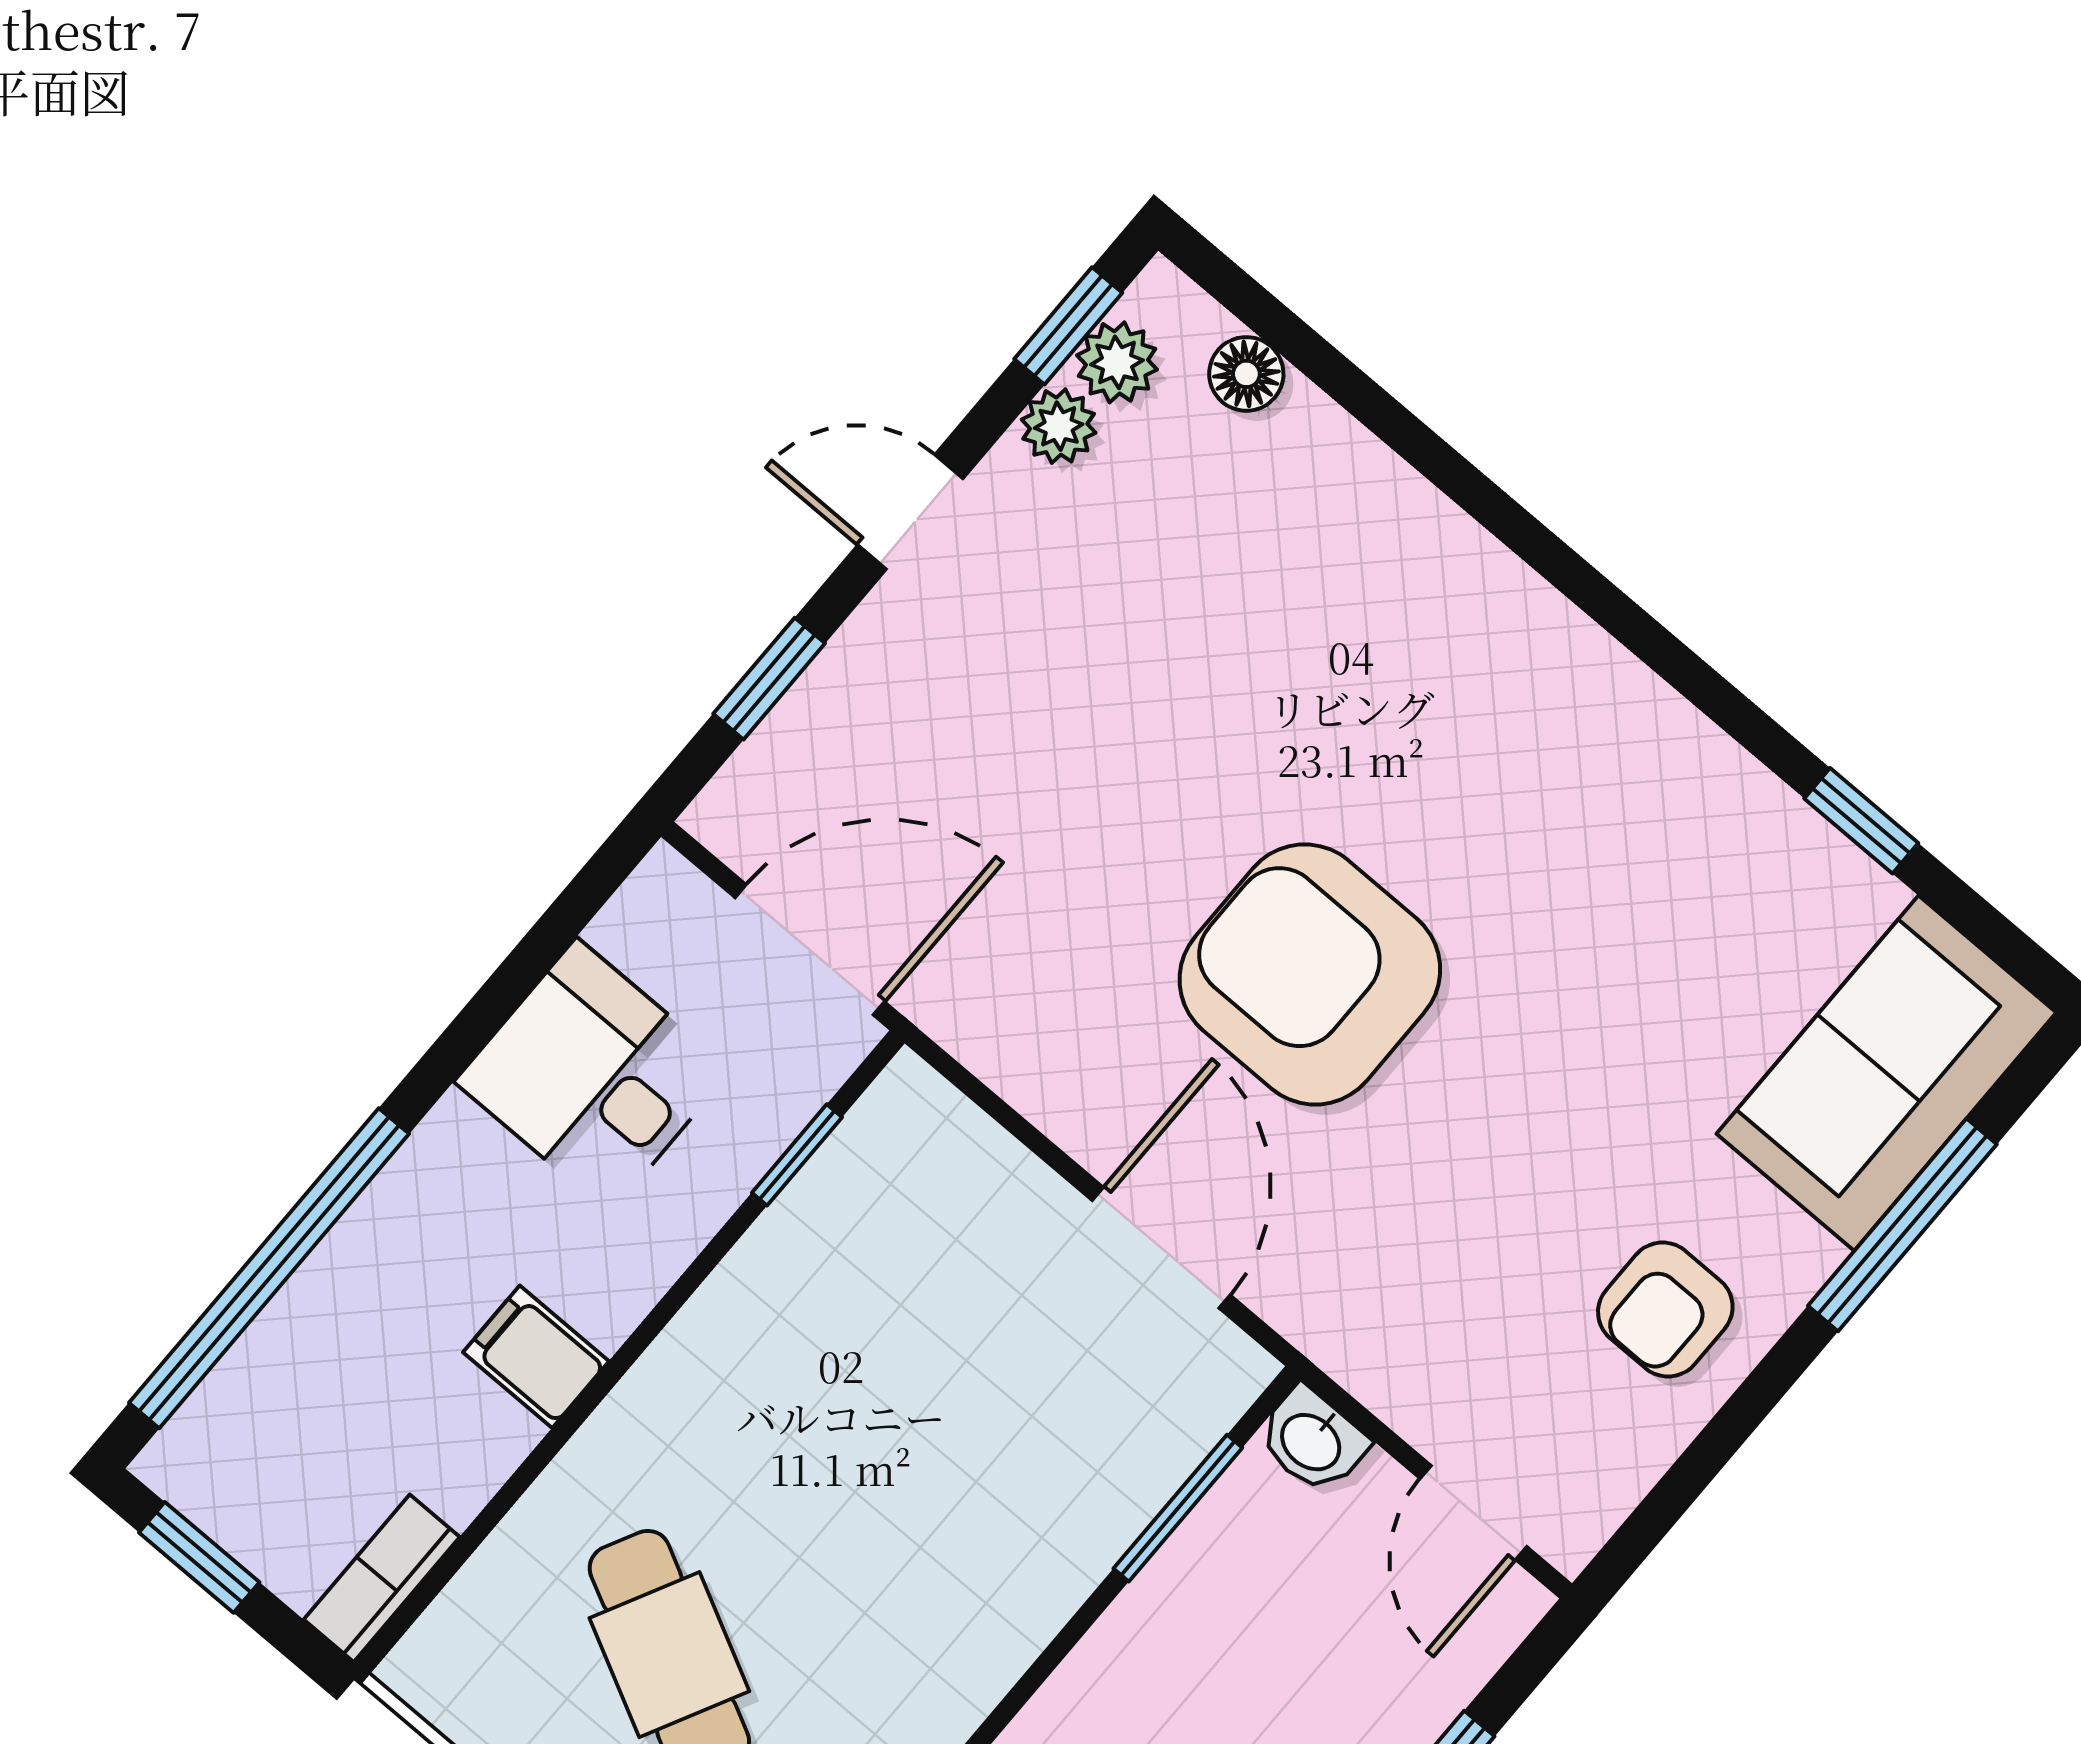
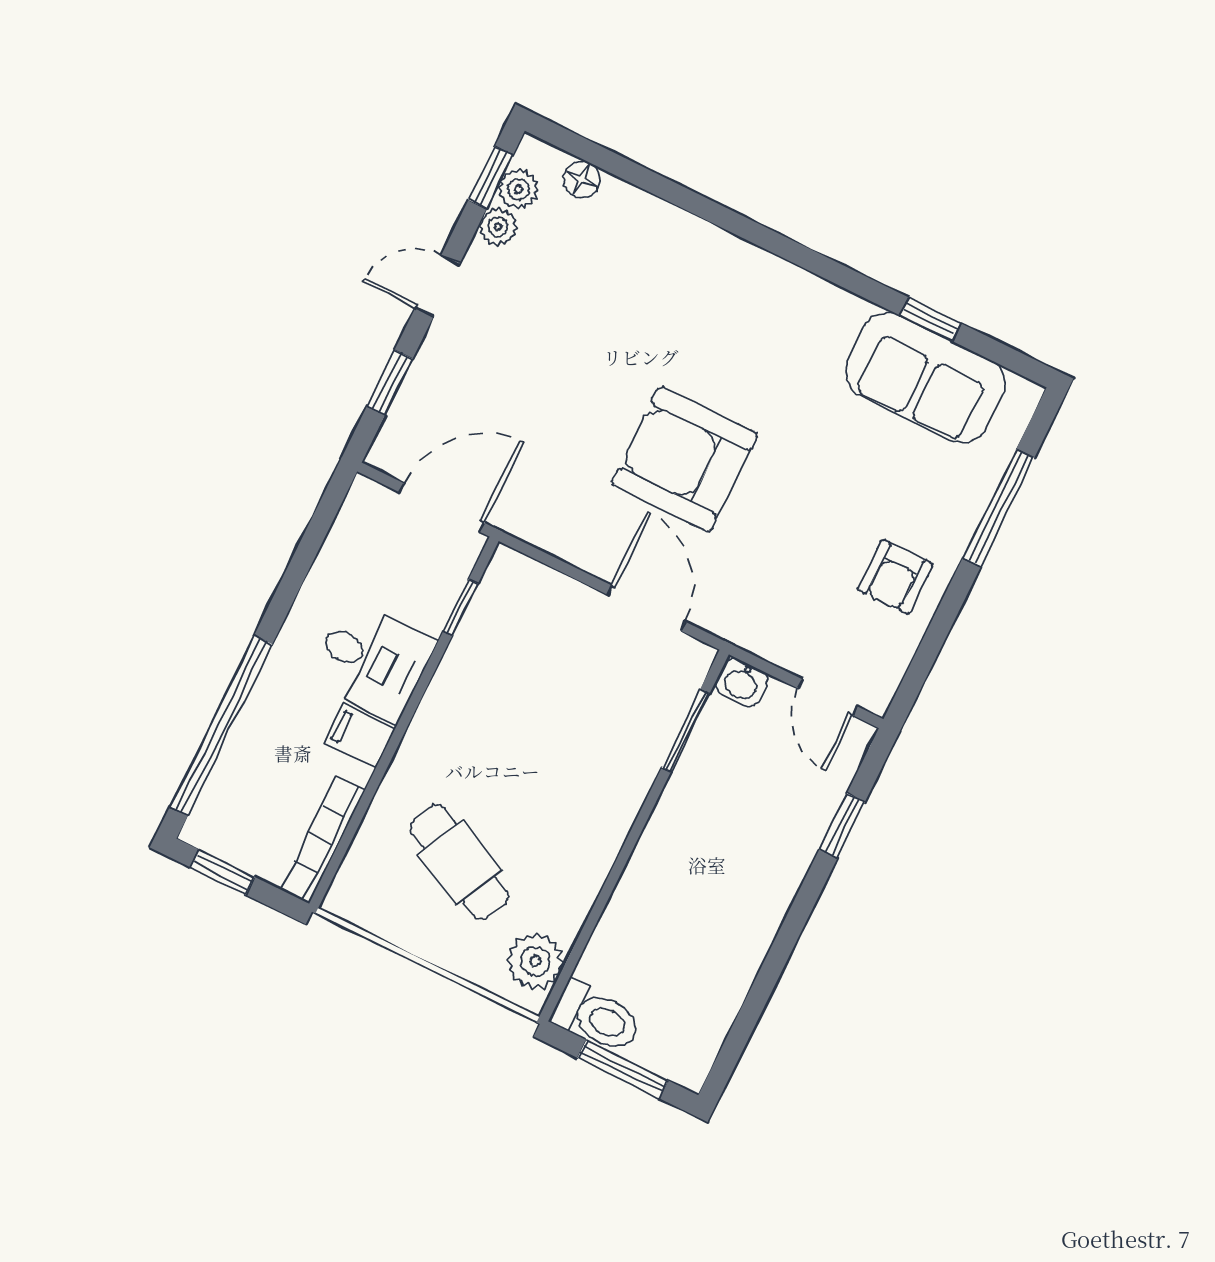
sofa: (1886, 1073) -> (925, 378), moved, turned -90
desk: (593, 1076) -> (372, 661), moved, turned 180
bookcase: (382, 1578) -> (323, 840), width x1.56

